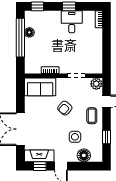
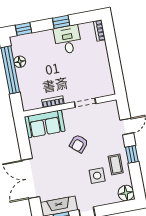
plant: (96, 84) -> (111, 108), removed
coffee table: (92, 116) -> (116, 165), moved
window: (106, 137) -> (132, 154), moved
floor lamp: (84, 155) -> (126, 193), moved

